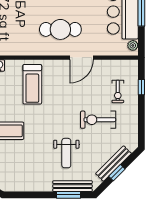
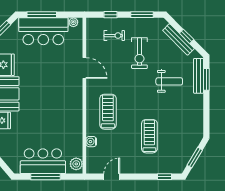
cafe table: (60, 29) -> (59, 87), removed
treadmill: (32, 84) -> (108, 112), turned -90
window: (141, 123) -> (142, 15), added

